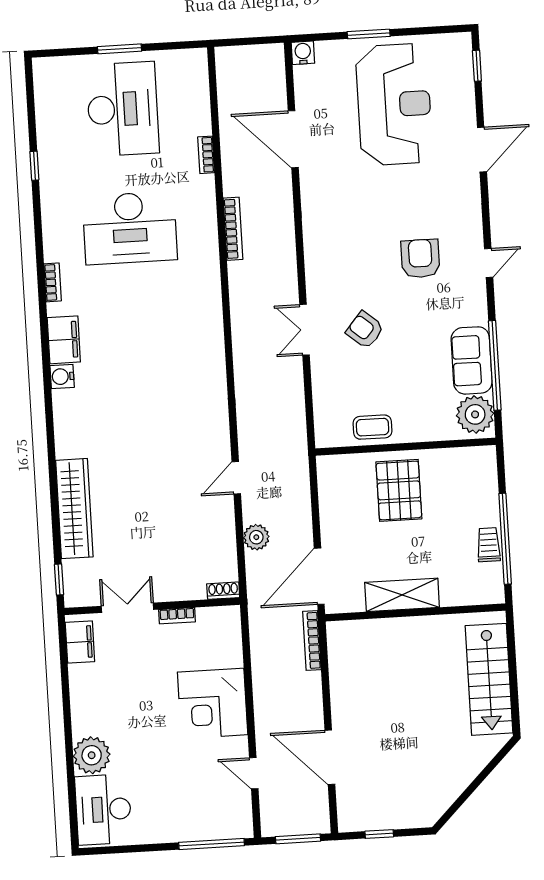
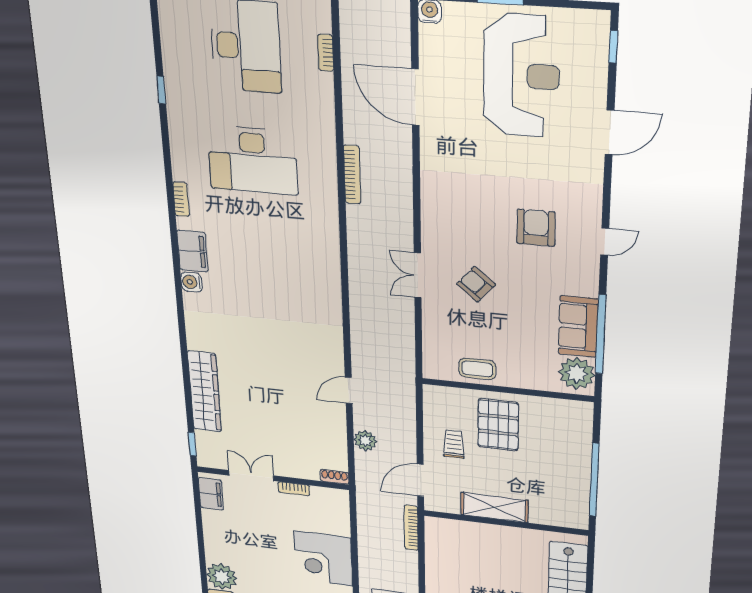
bookcase: (206, 155) -> (326, 53), moved
trolley: (489, 545) -> (454, 444), moved
door: (319, 576) -> (420, 480), width x0.73

